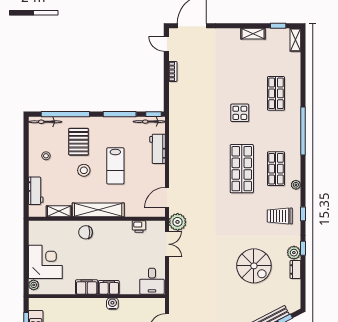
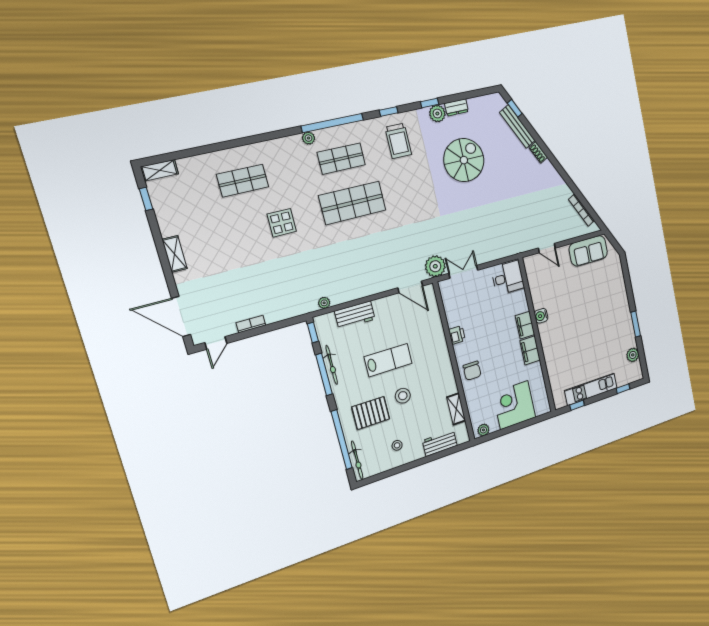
shelving: (253, 34) -> (175, 254), moved
bicycle: (149, 122) -> (332, 365), moved
plant: (173, 128) -> (324, 303), added
window: (303, 131) -> (332, 123), moved
plant: (296, 185) -> (309, 138), moved
shelving: (98, 210) -> (444, 364), removed
printer: (139, 226) -> (457, 335), moved
plant: (34, 285) -> (483, 430), moved

